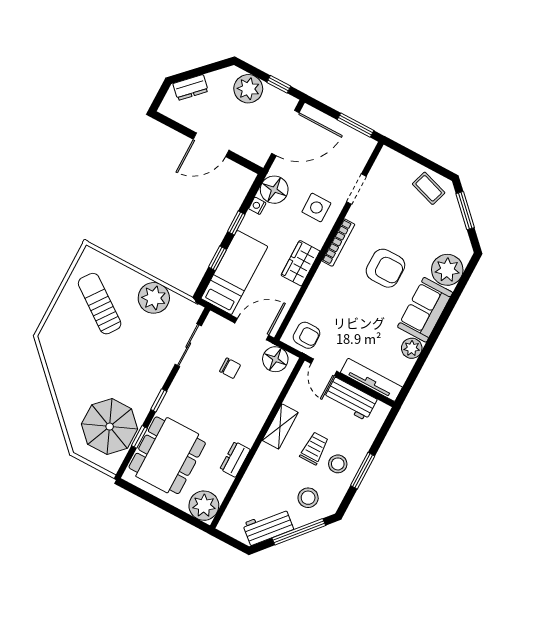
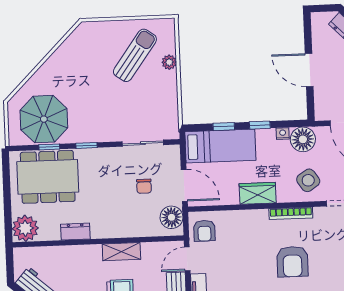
side table: (316, 208) -> (308, 180), turned -34
plant: (154, 298) -> (169, 62), moved, width x0.53, depth x0.53

